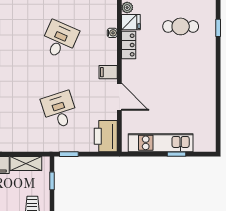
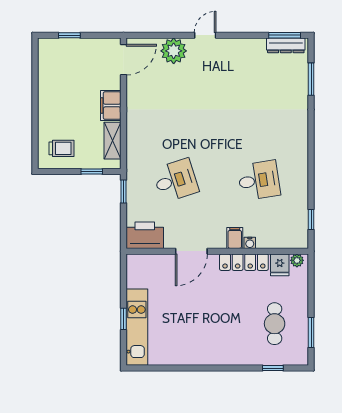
water cooler: (112, 33) -> (250, 243), moved
desk: (59, 40) -> (259, 180), turned -33
locker: (129, 45) -> (244, 262), width x1.53
filing cabinet: (108, 72) -> (235, 238), moved
kitchen unit: (161, 143) -> (137, 327), moved

